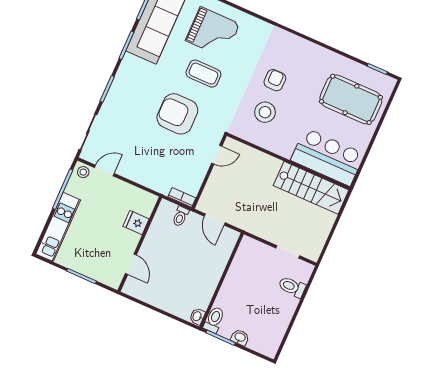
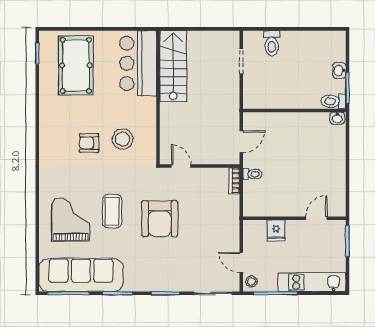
fridge: (136, 223) -> (276, 230), moved
wall: (140, 244) -> (294, 218), moved
door: (131, 264) -> (316, 218), moved

